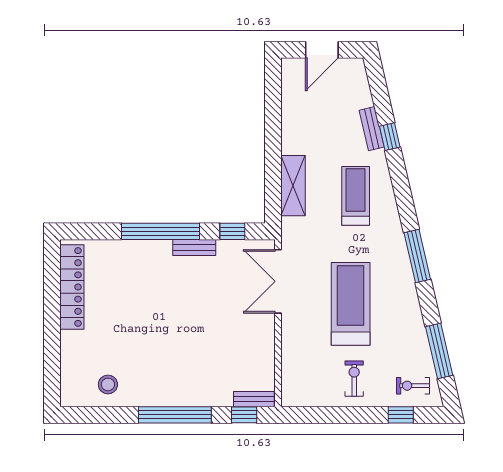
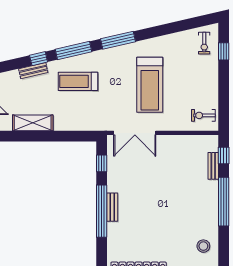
shelving: (293, 186) -> (33, 123), moved
bench: (194, 247) -> (112, 207), moved
treadmill: (351, 304) -> (150, 85), turned -90
window: (439, 351) -> (73, 51), moved
exercise bike: (354, 379) -> (203, 115), moved
bench: (254, 399) -> (213, 166), moved

